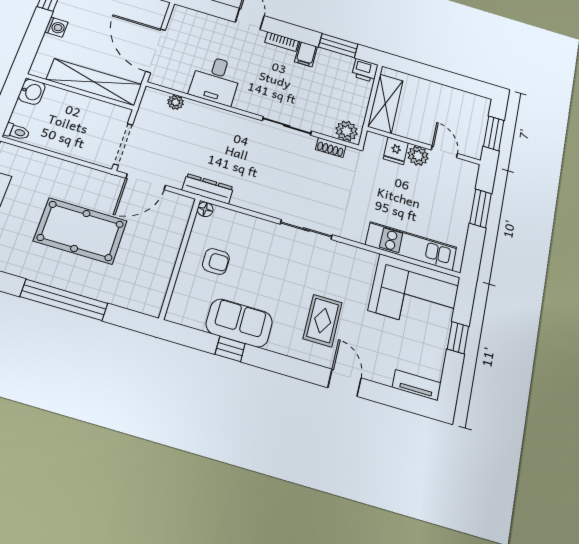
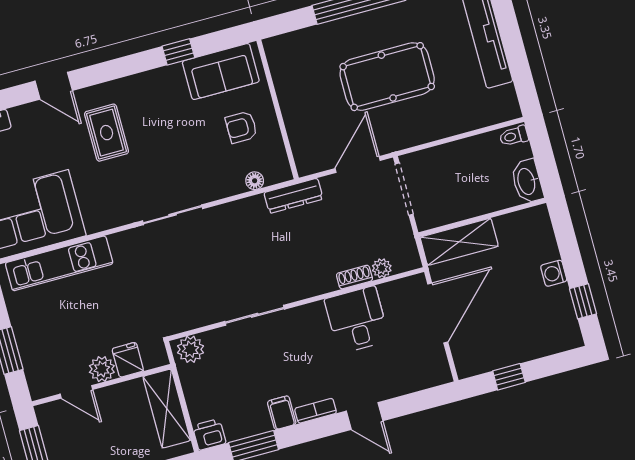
door: (156, 51) -> (438, 313), hinge flipped
shelving: (94, 82) -> (459, 242), width x0.68
washbasin: (32, 92) -> (527, 181), width x1.38
shoe rack: (331, 147) -> (354, 277), moved
floor lamp: (205, 209) -> (255, 181), moved
sofa: (239, 323) -> (221, 72), moved

